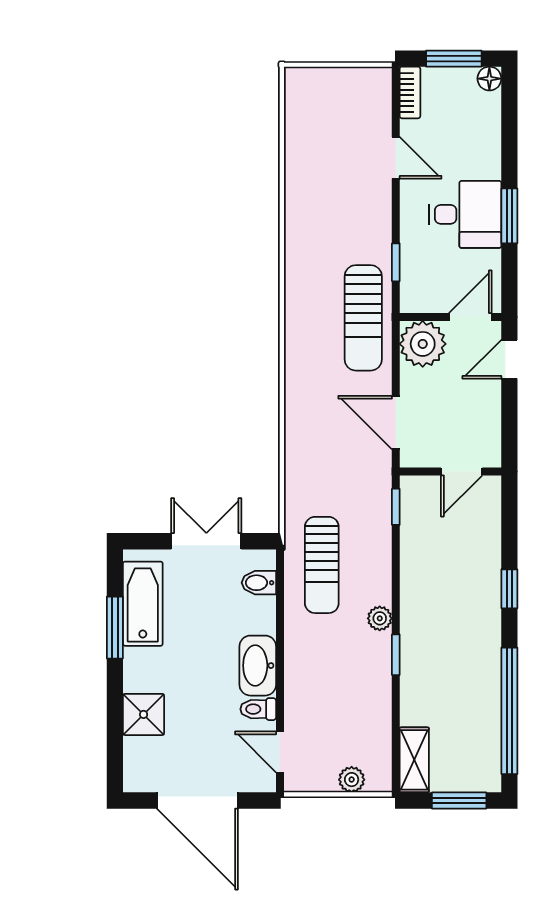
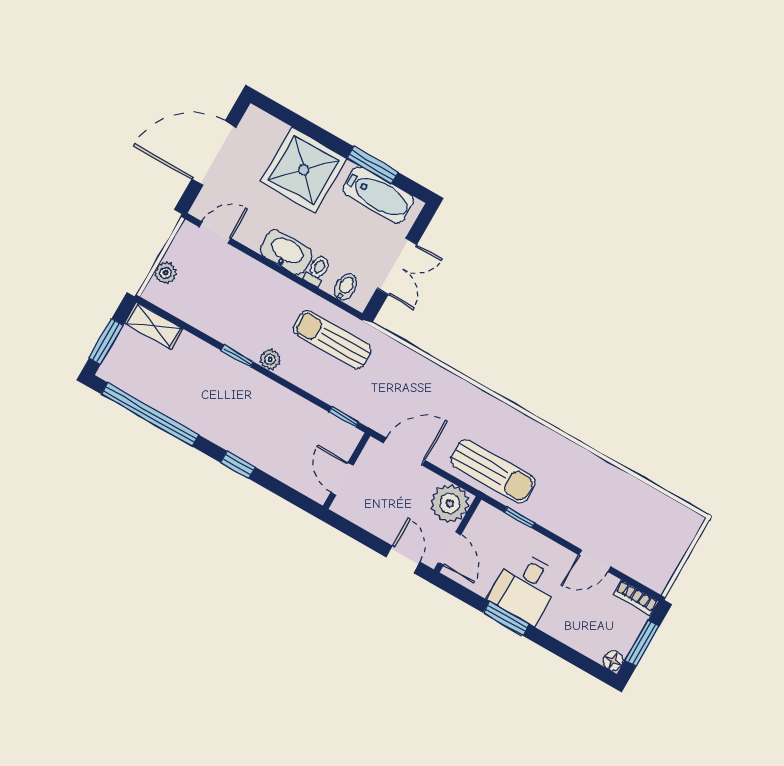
sun lounger: (363, 318) -> (493, 471), turned 180
toilet: (258, 709) -> (317, 270), moved
shower: (144, 714) -> (304, 170), width x1.86, depth x1.86

